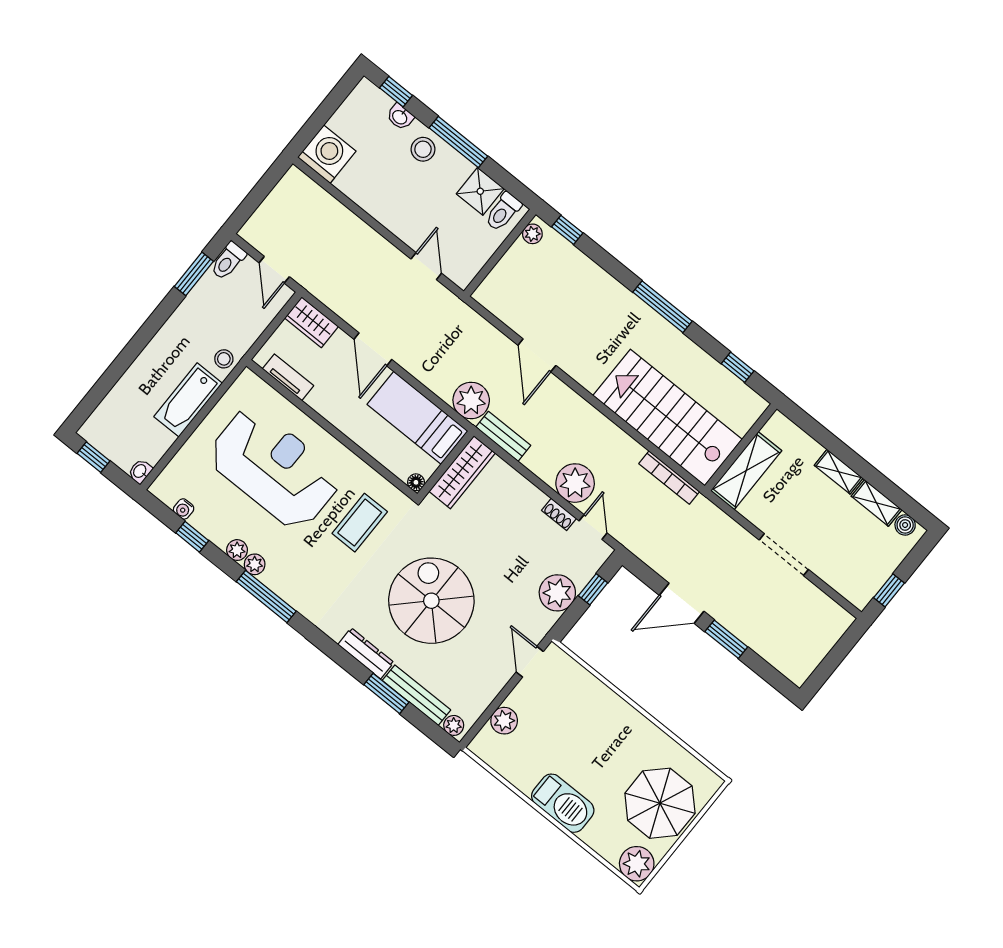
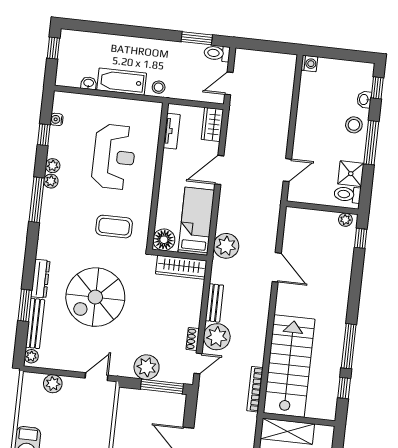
washing machine: (327, 154) -> (309, 63), width x0.53, depth x0.53
window: (662, 307) -> (349, 346), moved
door: (537, 355) -> (277, 267), swing flipped
bench: (503, 436) -> (214, 303), moved
reception desk: (274, 468) -> (114, 157), width x0.74, depth x0.77
washbasin: (140, 471) -> (89, 83), moved
floor lamp: (416, 482) -> (164, 240), width x1.89, depth x1.89
window: (593, 589) -> (162, 386), width x2.17
spiral stairs: (431, 601) -> (95, 297), turned 180

